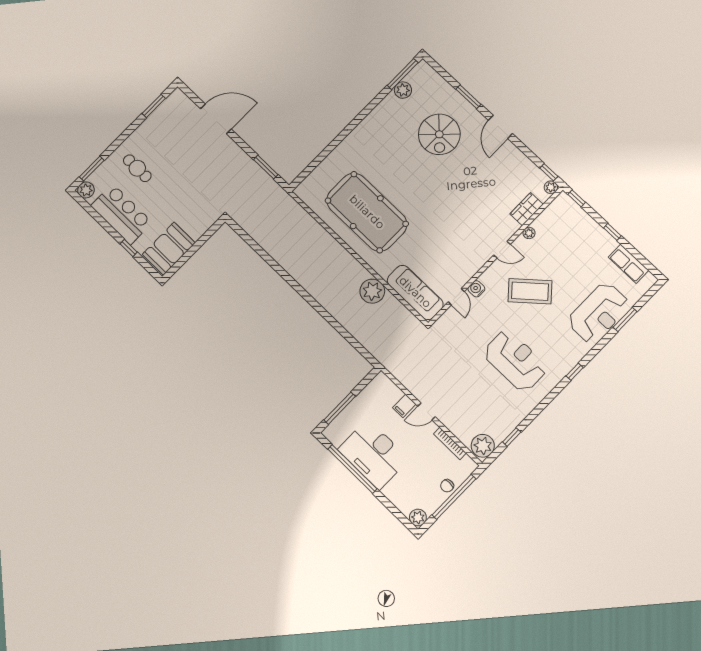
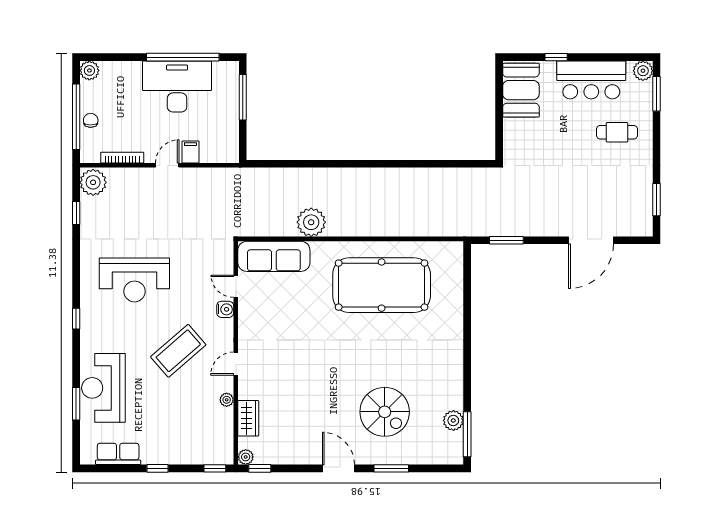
spiral stairs: (439, 134) -> (385, 412), turned 180

